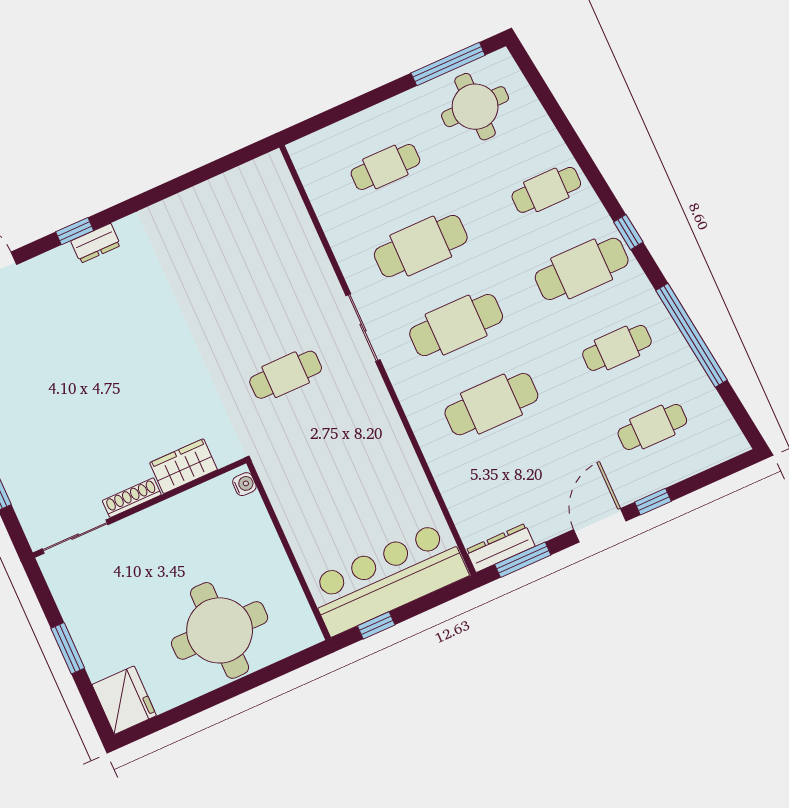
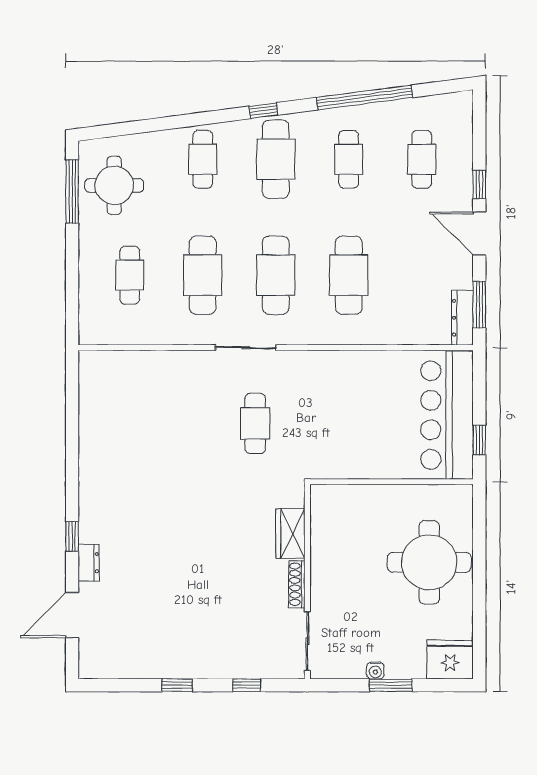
dresser: (96, 243) -> (89, 563), moved
water cooler: (244, 484) -> (375, 671), moved, turned 180

